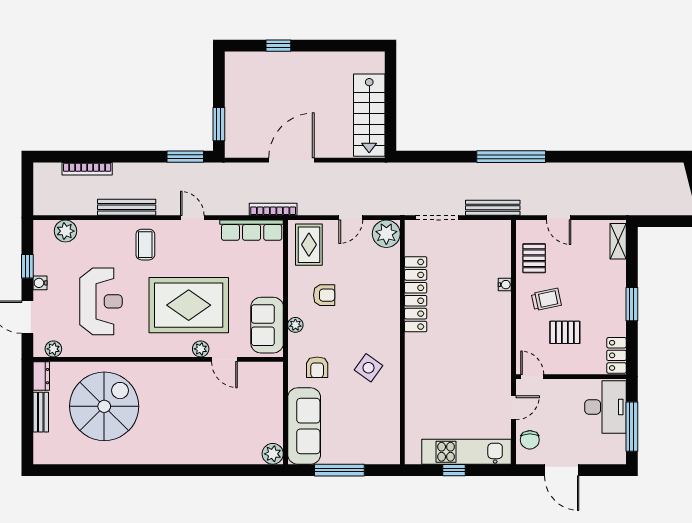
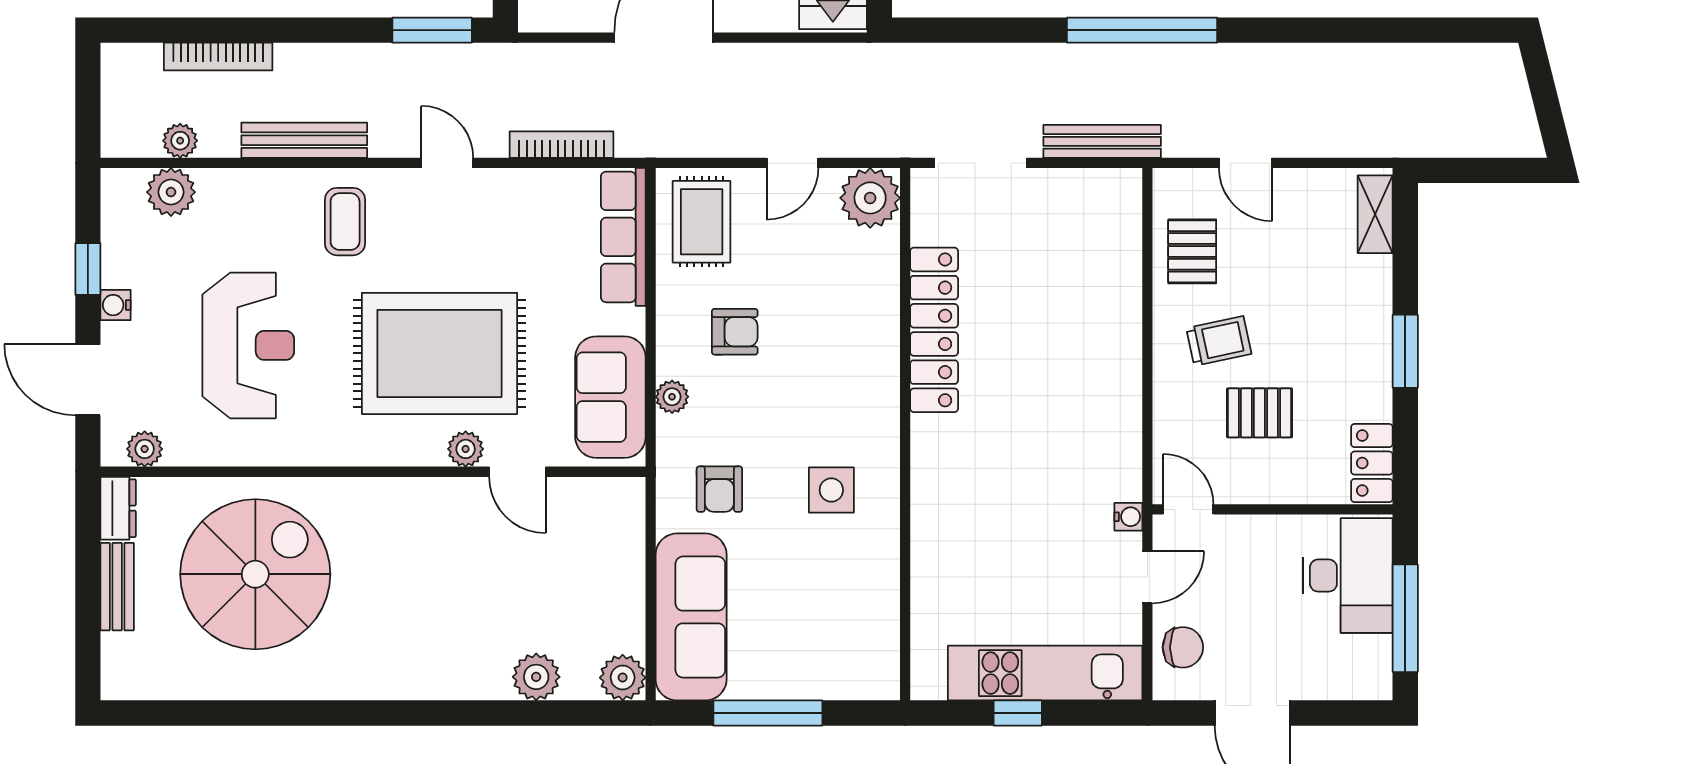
plant: (70, 207) -> (180, 141), added
bookcase: (273, 209) -> (562, 145), moved
row of seats: (252, 230) -> (623, 237), moved, turned 90
water cooler: (505, 285) -> (1128, 517), moved
side table: (368, 368) -> (831, 490), turned -36
chair: (530, 440) -> (1183, 647), turned -90
plant: (233, 453) -> (536, 677), added

